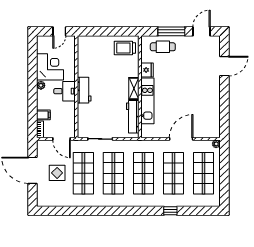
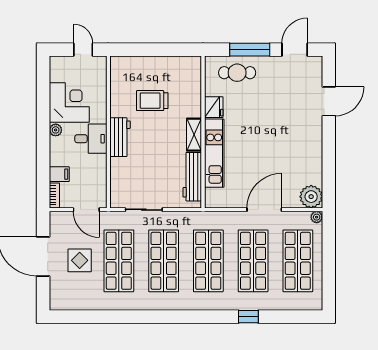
door: (59, 31) -> (83, 50), swing flipped
trolley: (125, 48) -> (152, 101), moved
plant: (213, 130) -> (311, 197), added

